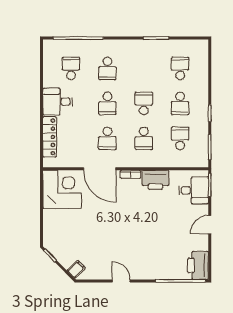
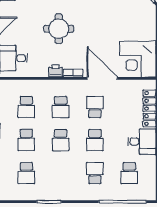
school desk: (107, 103) -> (95, 140), turned 180
school desk: (180, 103) -> (26, 140), turned 180
school desk: (144, 138) -> (61, 107), turned 180
printer: (155, 180) -> (56, 71), width x0.53, depth x0.68
round table: (146, 221) -> (59, 29), added

